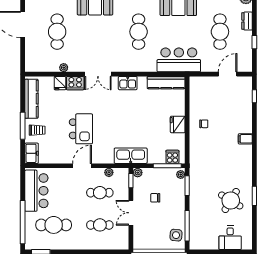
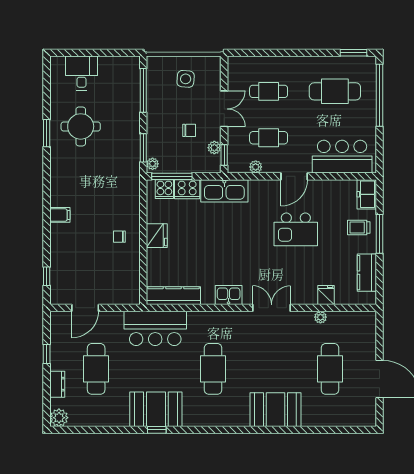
cooker: (75, 83) -> (187, 189), moved, turned 180
kitchen counter: (31, 99) -> (367, 273), width x0.67
kitchen island: (81, 129) -> (296, 229), turned -90
plant: (138, 173) -> (214, 148), moved
bar counter: (36, 191) -> (342, 157), moved, turned 90
round table: (231, 200) -> (81, 126), turned -31
side table: (176, 235) -> (186, 79), moved

